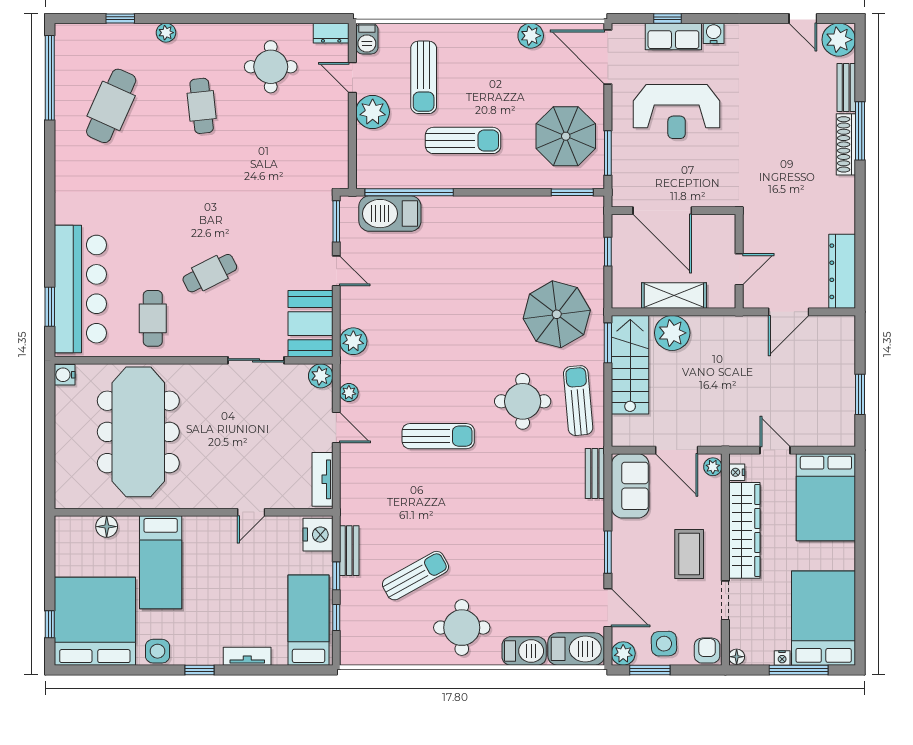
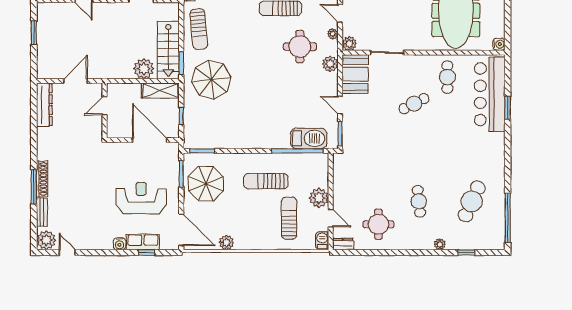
shelving: (674, 296) -> (160, 91), moved
window: (50, 307) -> (508, 108), moved
round table: (523, 401) -> (300, 47), moved

